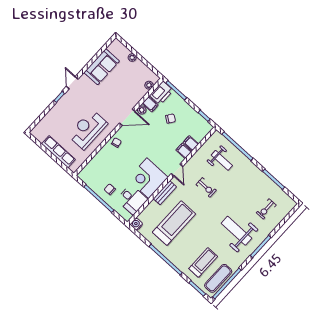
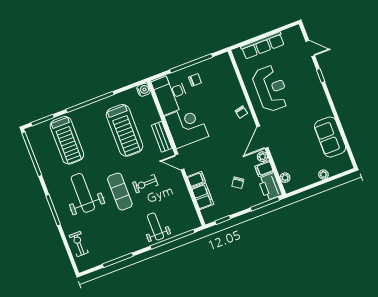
door: (72, 83) -> (310, 48), moved
filing cabinet: (191, 143) -> (203, 196), width x2.00
weight bench: (222, 160) -> (155, 226), moved, turned 90
desk: (132, 199) -> (170, 94), width x1.37
exercise bike: (266, 209) -> (79, 244), moved
weight bench: (236, 231) -> (83, 193), turned -90
treadmill: (203, 262) -> (67, 140), width x1.37, depth x1.38
exercise mat: (218, 278) -> (120, 192), moved

